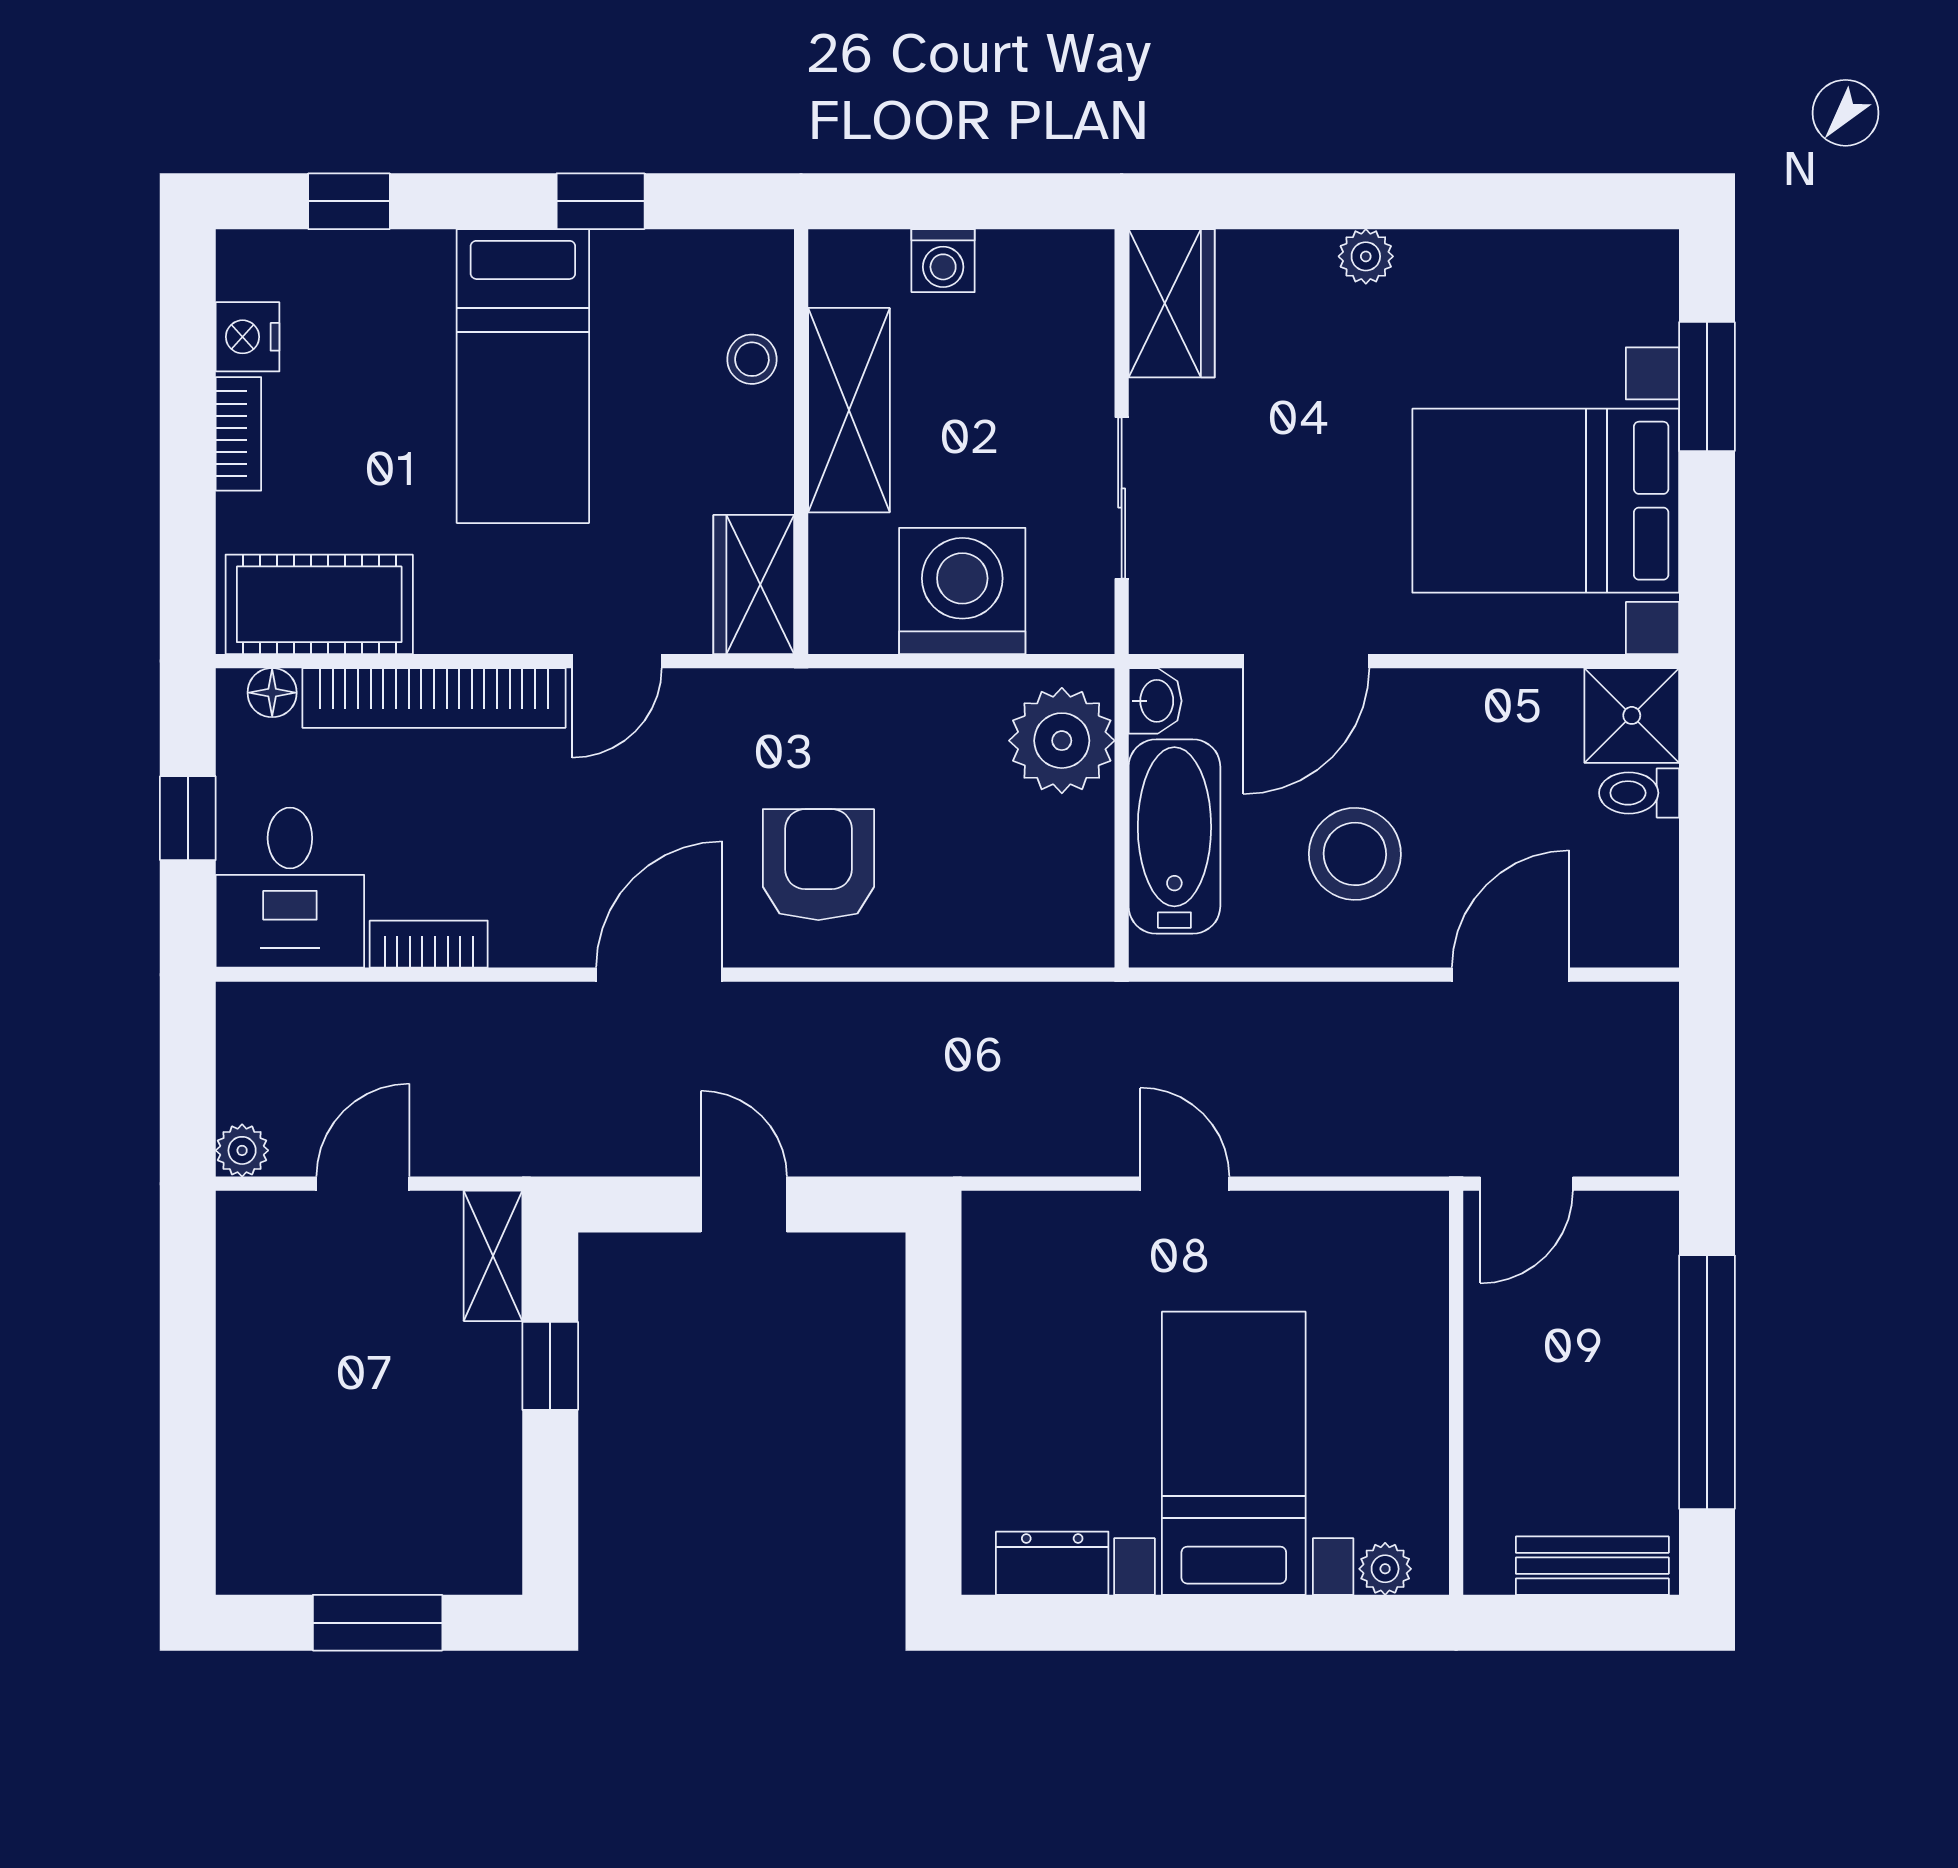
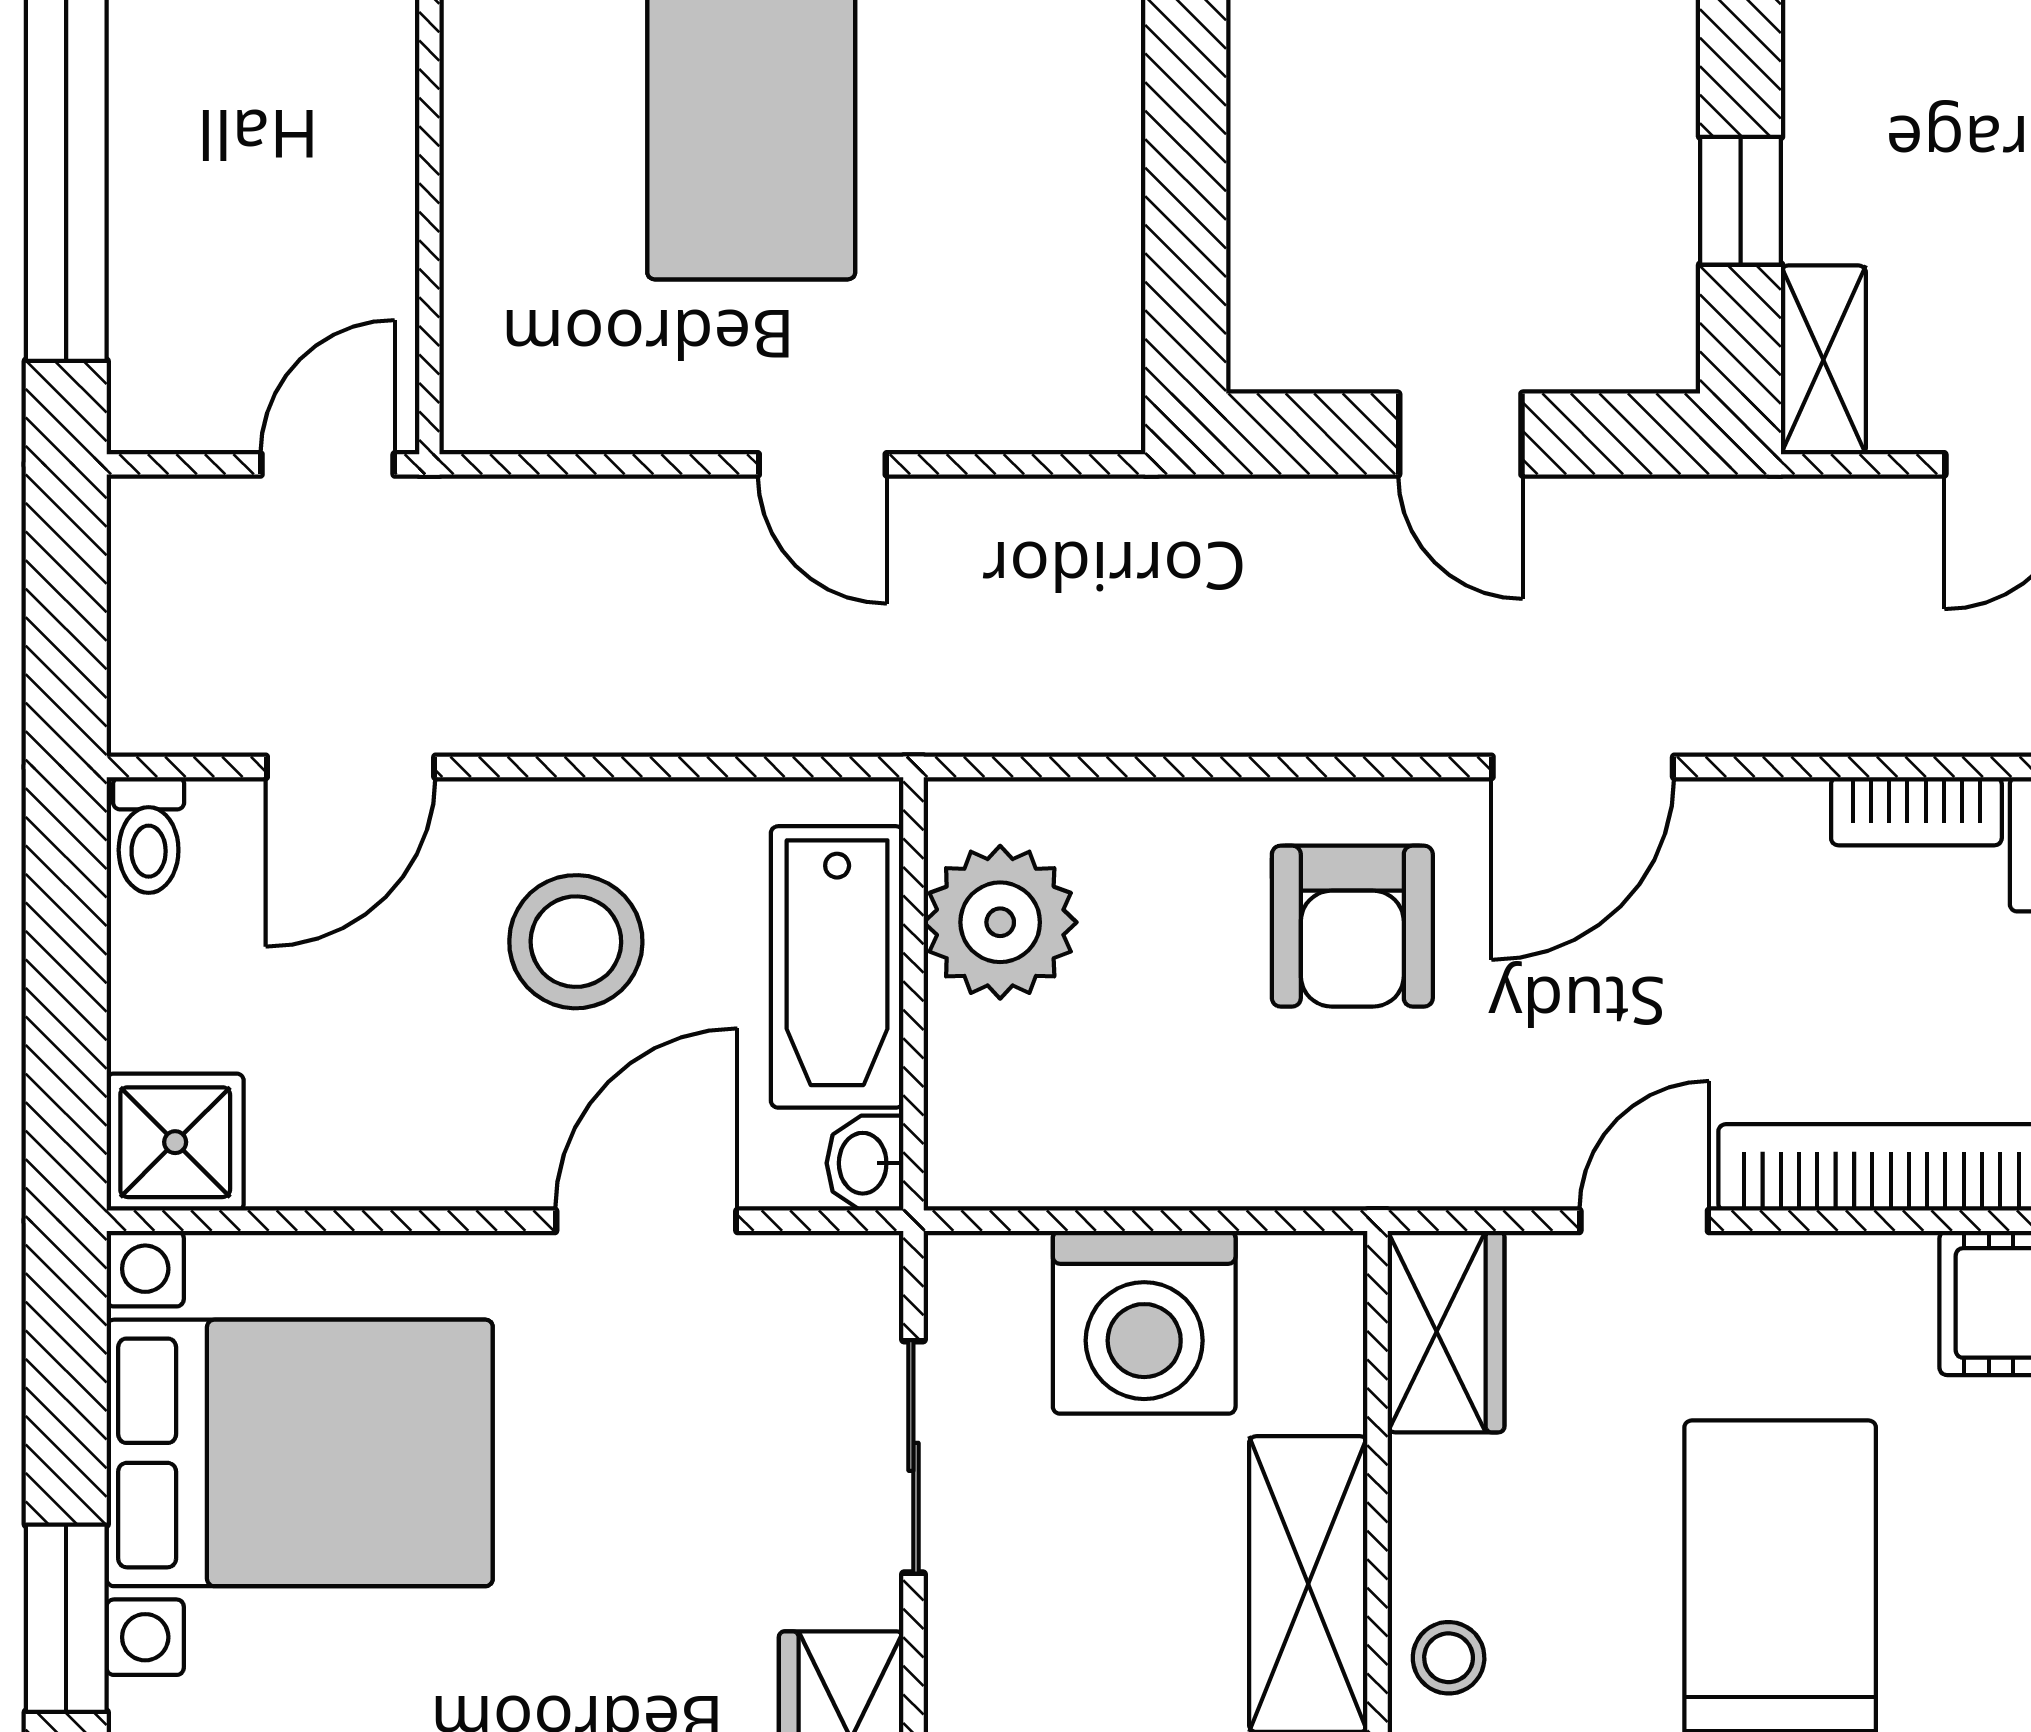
plant: (1062, 741) -> (1000, 922), moved
toilet: (1639, 793) -> (149, 835), moved, turned 90

